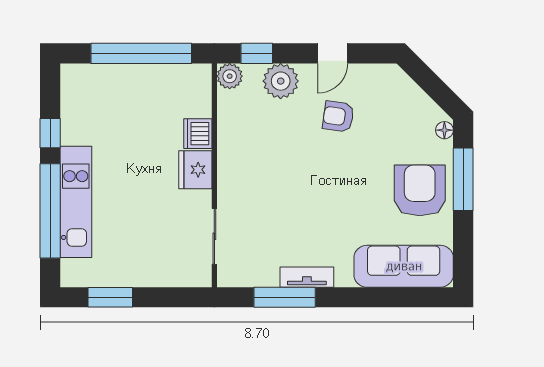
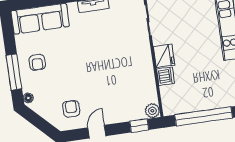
plant: (281, 81) -> (124, 112), removed
armchair: (338, 116) -> (71, 109), moved, turned -98
armchair: (420, 190) -> (37, 62), width x0.53, depth x0.53

